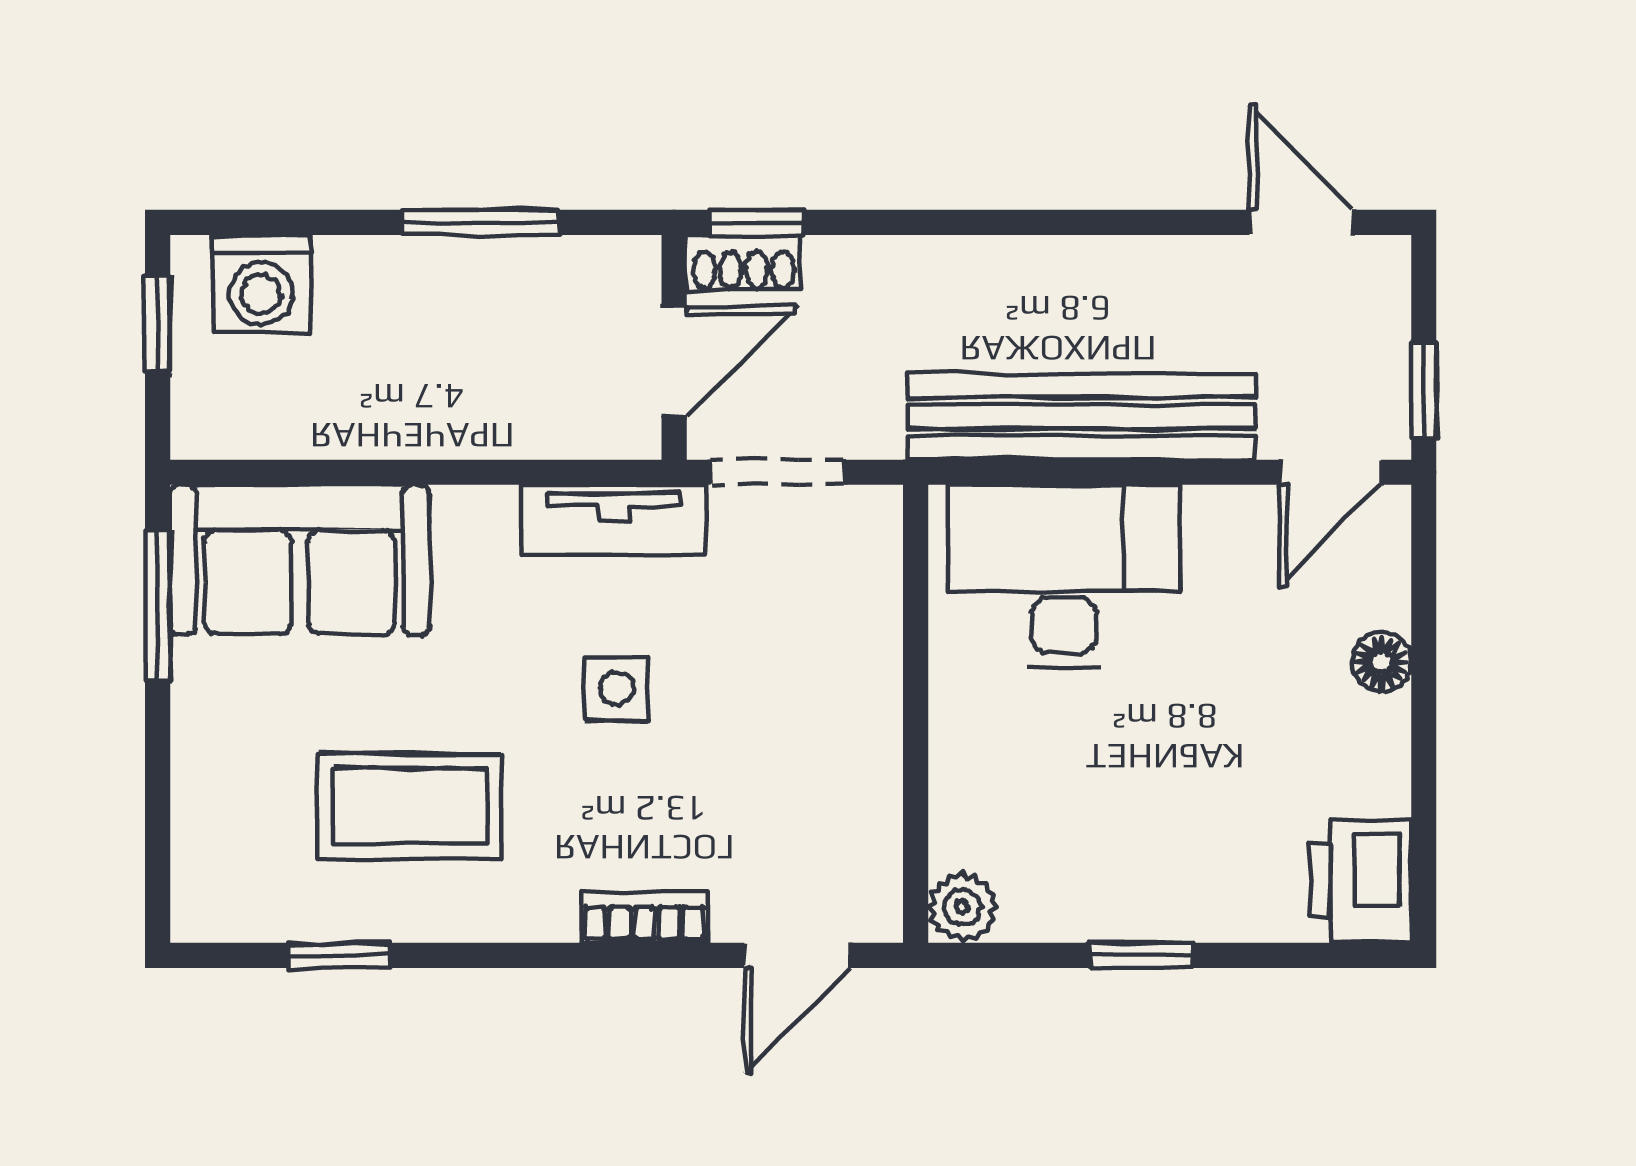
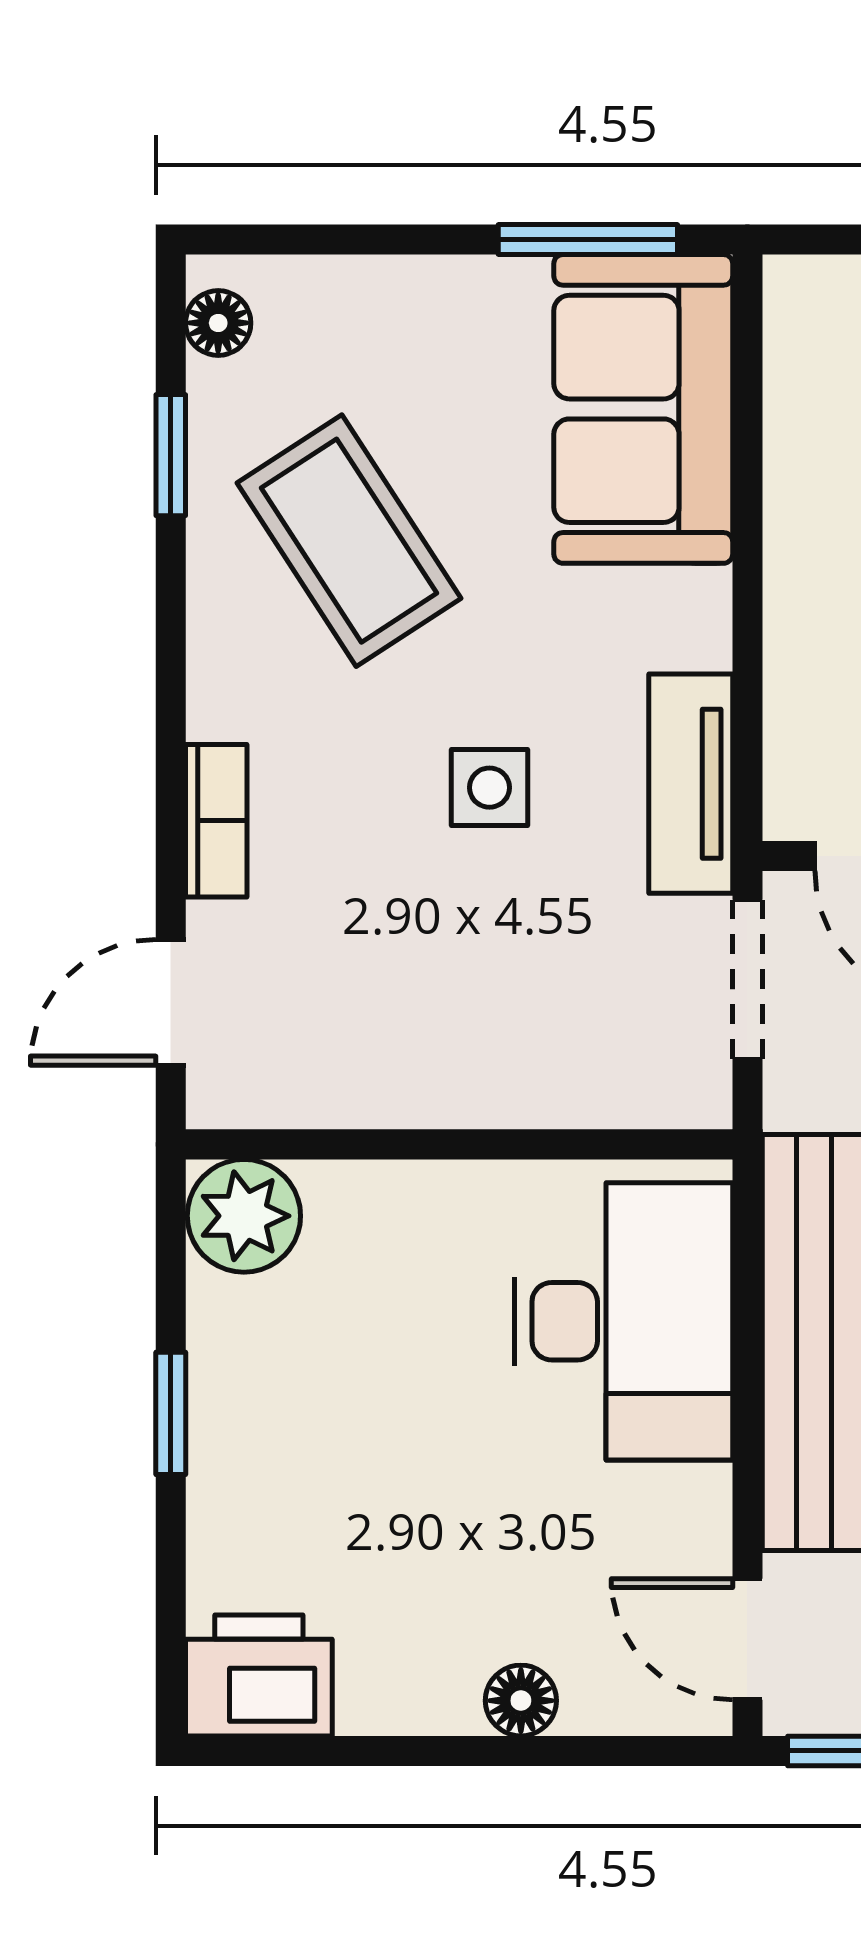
coffee table: (410, 806) -> (349, 541), turned -33
plant: (963, 907) -> (244, 1216), width x1.38, depth x1.38
floor lamp: (228, 916) -> (218, 323), added
door: (797, 955) -> (171, 1002), hinge flipped

